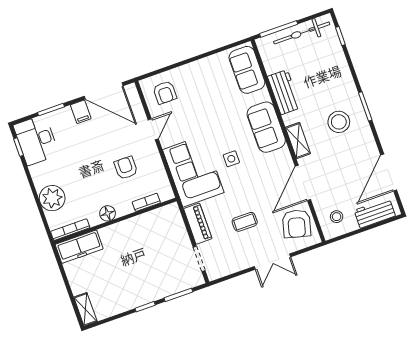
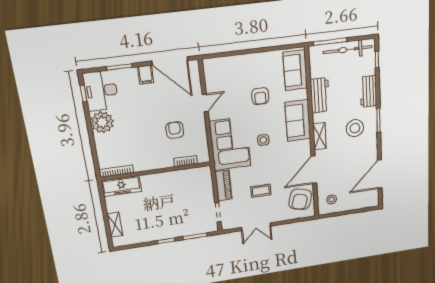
armchair: (165, 92) -> (260, 96), moved
plant: (52, 198) -> (102, 122), moved
floor lamp: (108, 213) -> (151, 164), removed
workbench: (375, 213) -> (368, 91), moved, turned -90
double door: (272, 262) -> (256, 227), moved
shelving: (85, 309) -> (115, 225), moved

